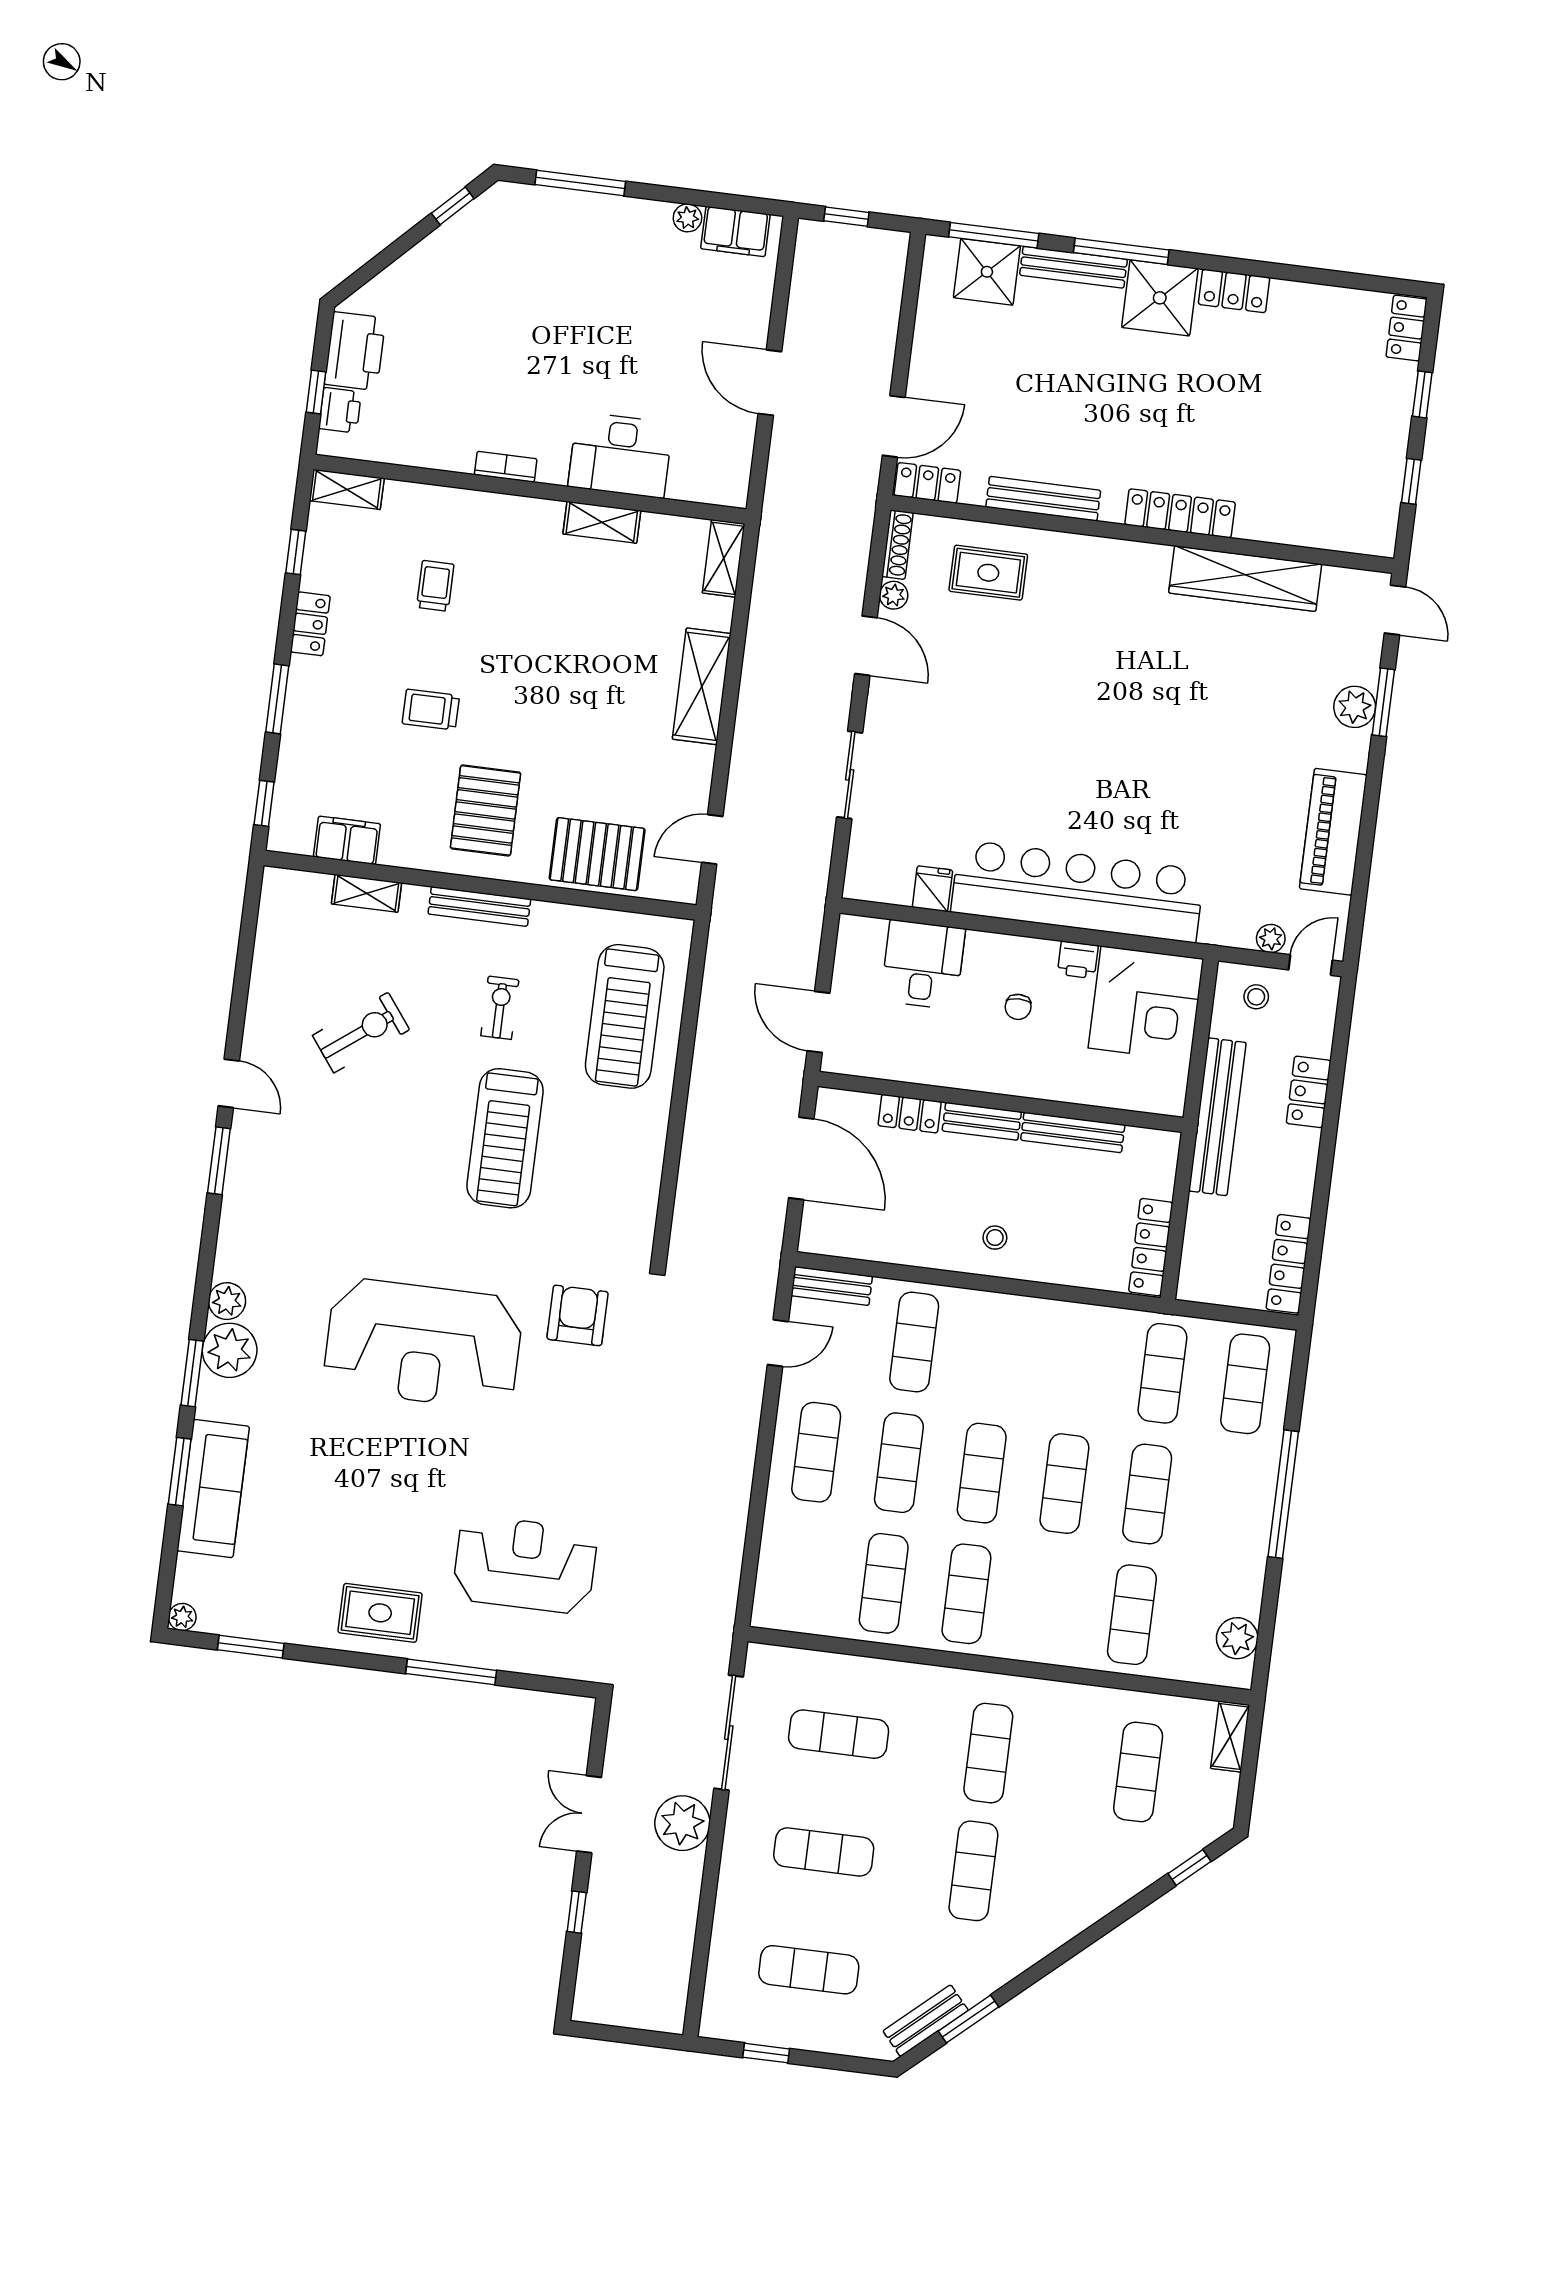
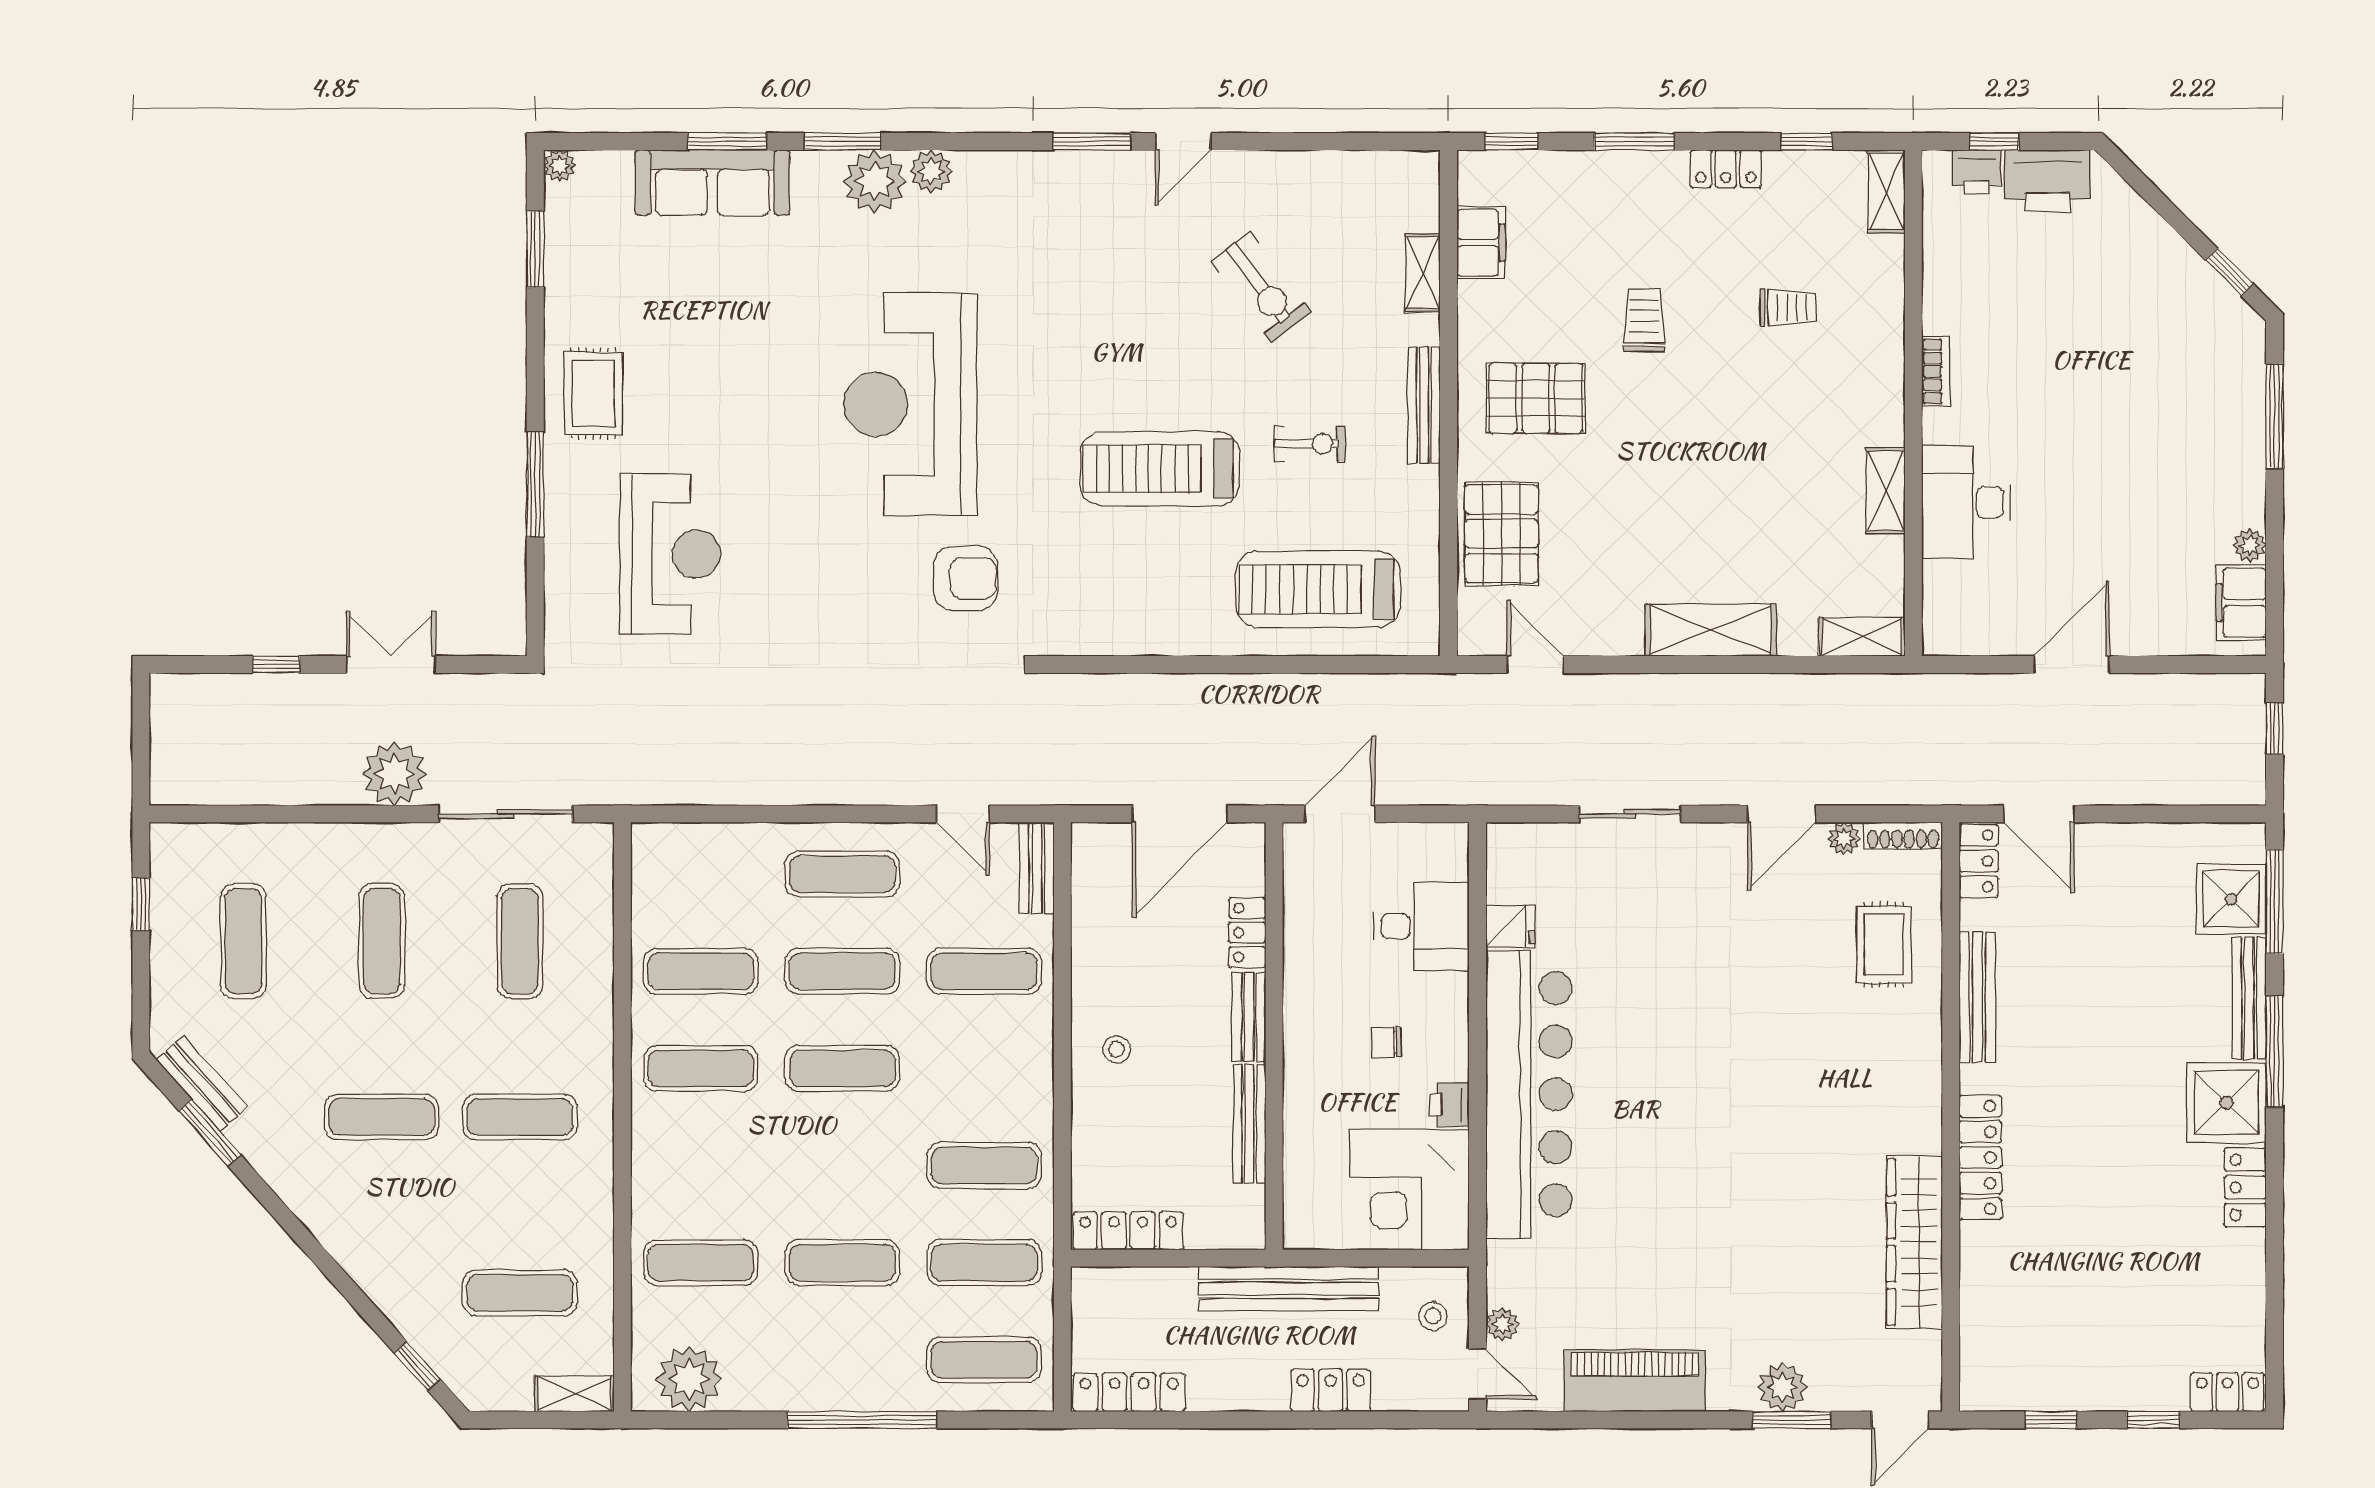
exercise mat: (1064, 1484) -> (984, 1165), moved
plant: (1237, 1638) -> (689, 1379), width x1.36, depth x1.36

